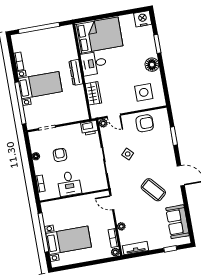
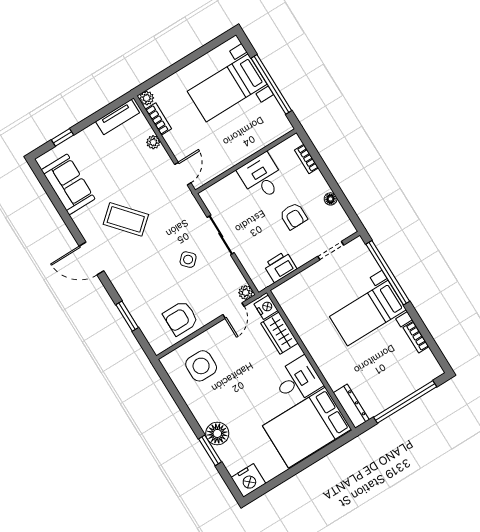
floor lamp: (152, 65) -> (217, 433), moved
dresser: (76, 72) -> (351, 406), moved
nightstand: (95, 111) -> (266, 307), added
door: (114, 116) -> (234, 311), swing flipped
printer: (89, 128) -> (280, 267), moved
door: (112, 203) -> (183, 174), hinge flipped

